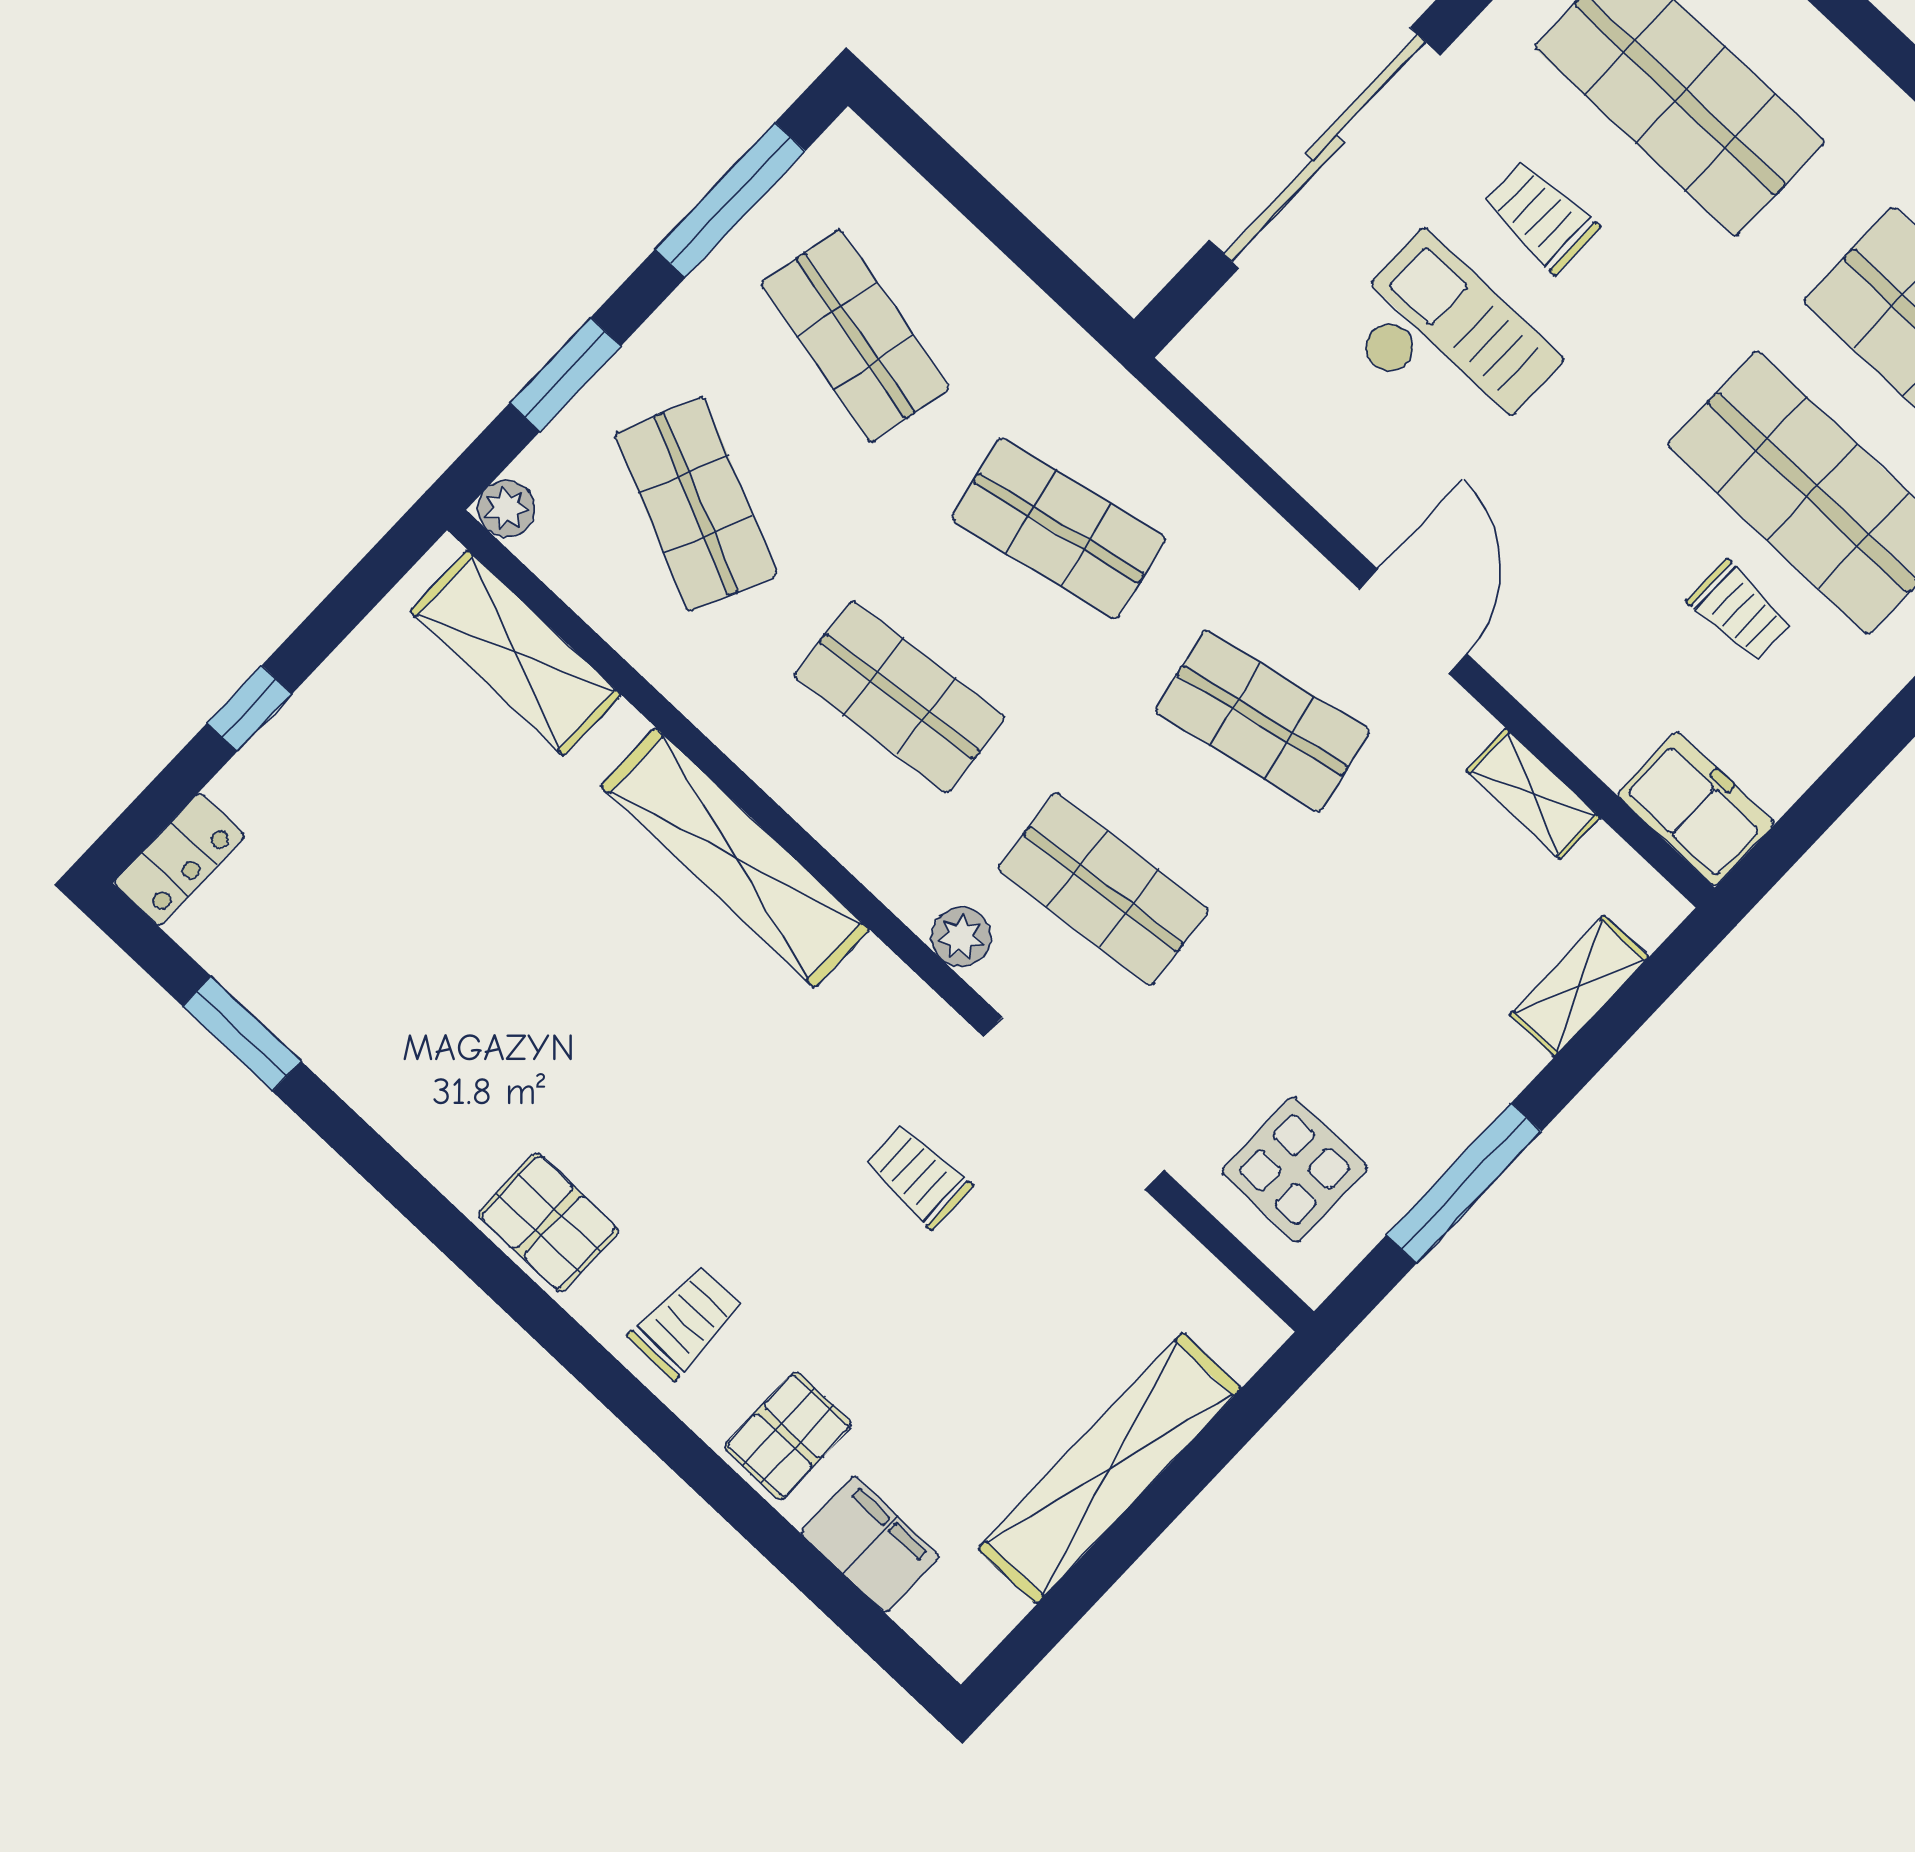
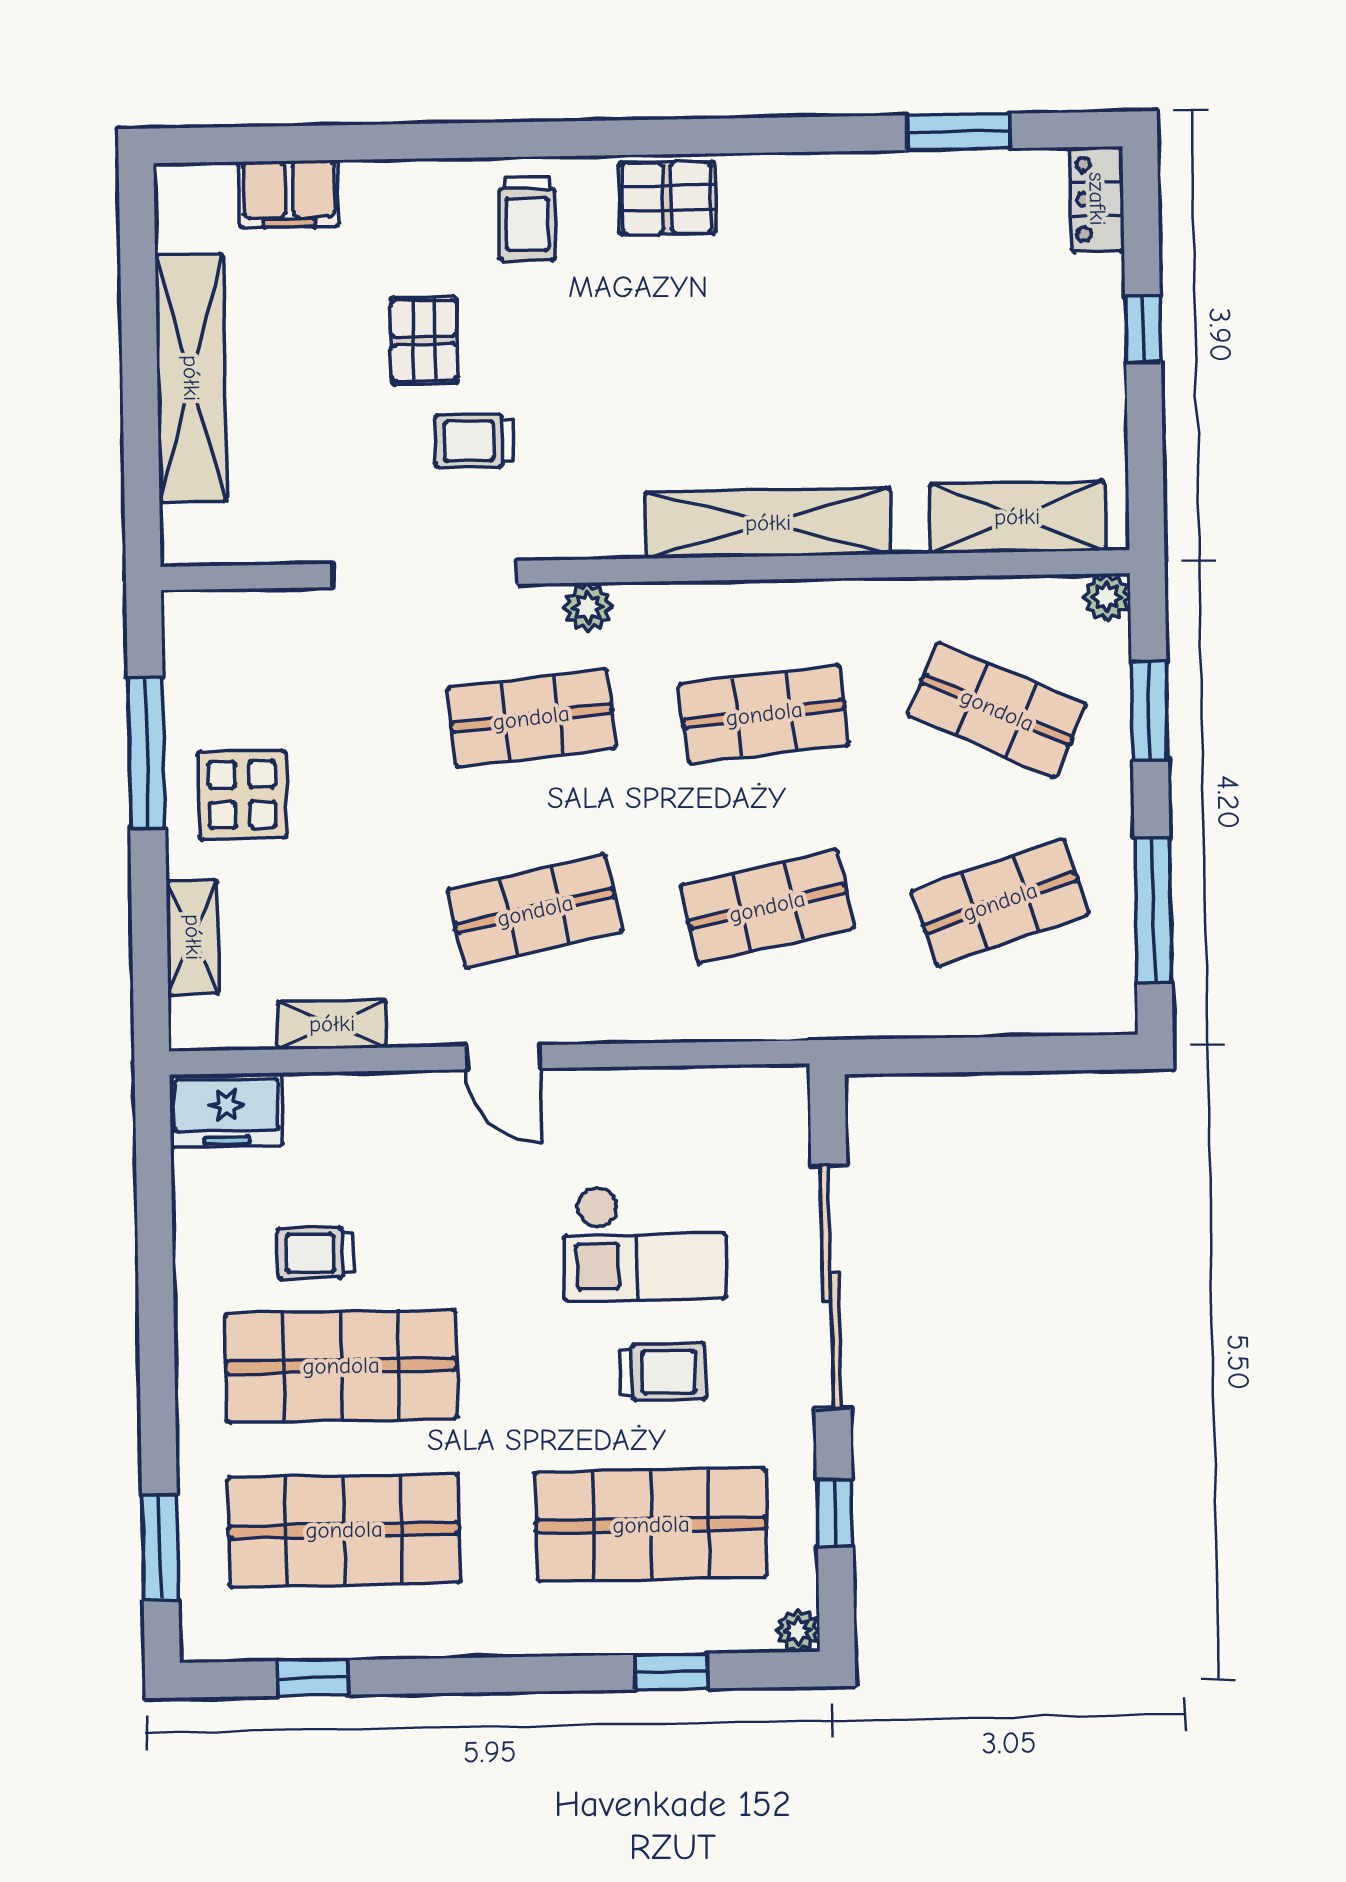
shop shelf: (855, 336) -> (1000, 902), turned -30
door: (1413, 621) -> (503, 1057), width x0.73
display table: (1295, 1169) -> (242, 795), moved
trolley: (918, 1176) -> (474, 441), turned 180
pallet: (788, 1436) -> (424, 340), moved

